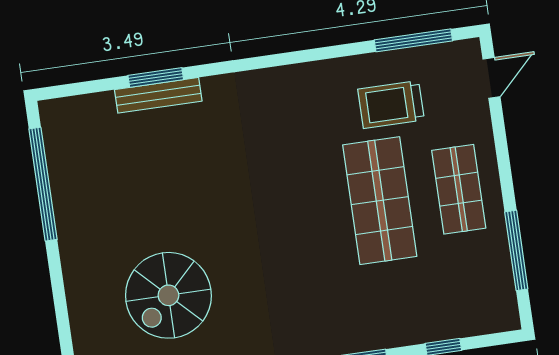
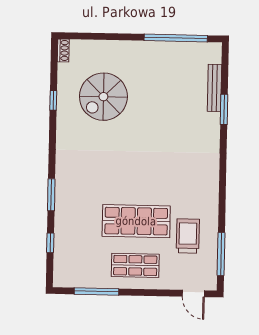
bench: (158, 95) -> (214, 88), moved
spiral stairs: (168, 295) -> (103, 97), turned -90

